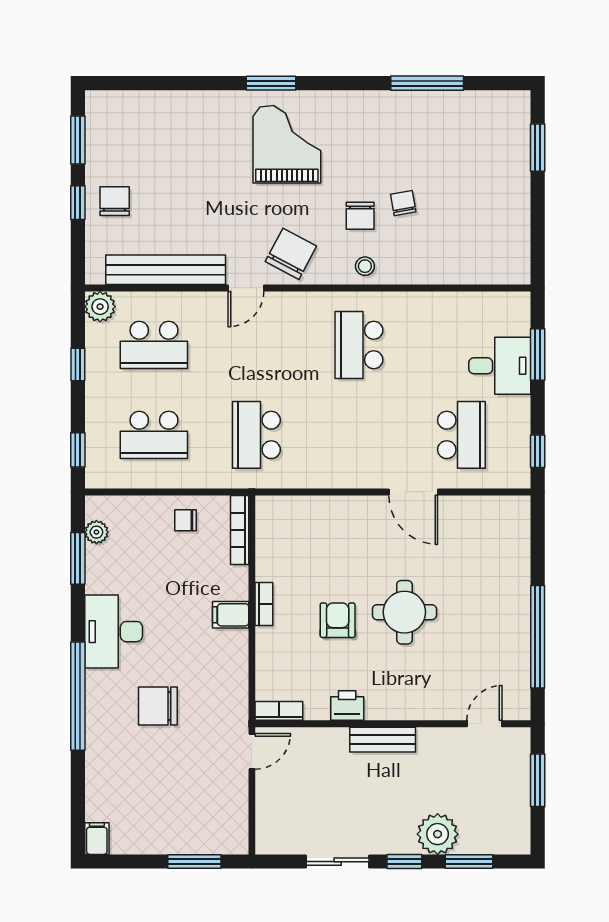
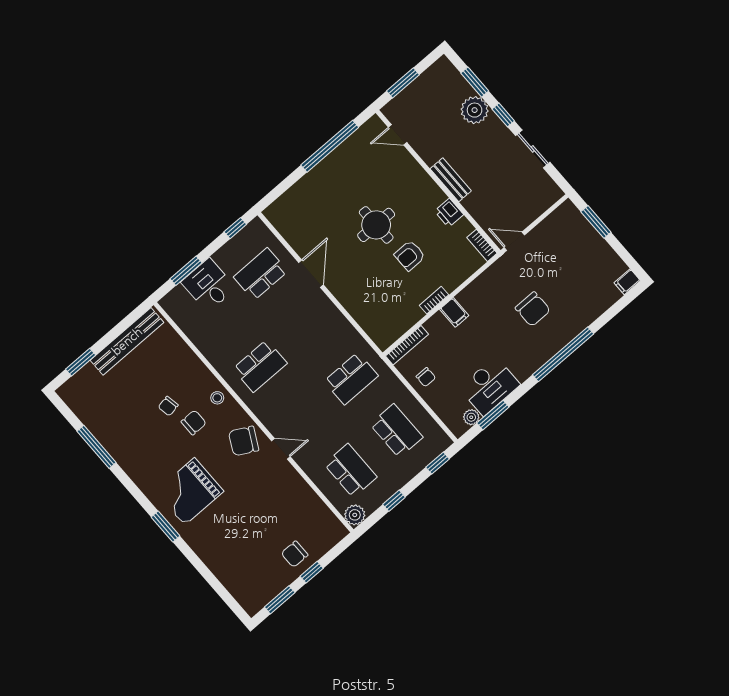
bench: (166, 270) -> (127, 341), moved, turned 90
desk: (114, 632) -> (489, 386), moved

